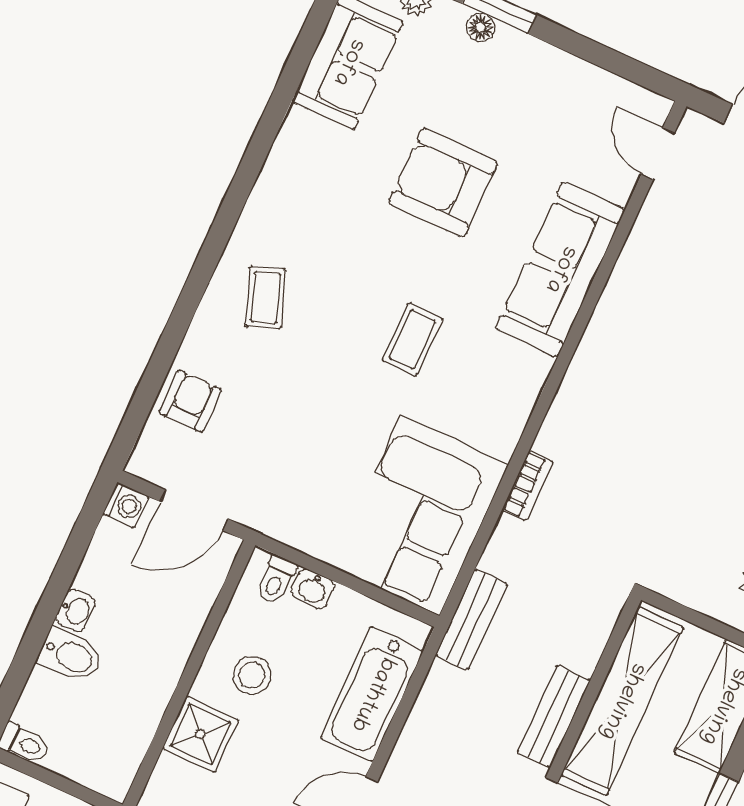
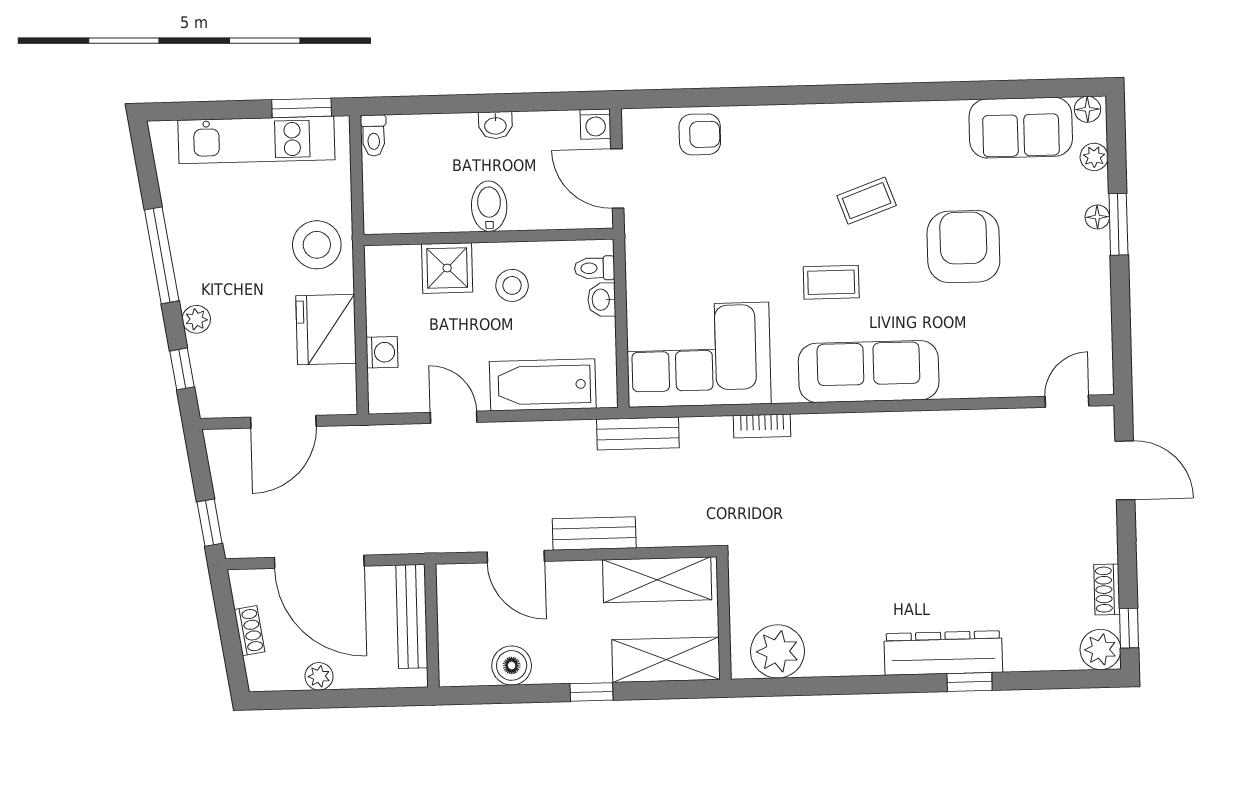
sofa: (560, 269) -> (869, 372), moved
coffee table: (265, 297) -> (867, 201), moved
bidet: (70, 655) -> (489, 206), moved, turned 180
shelving: (622, 701) -> (657, 580), width x0.68

